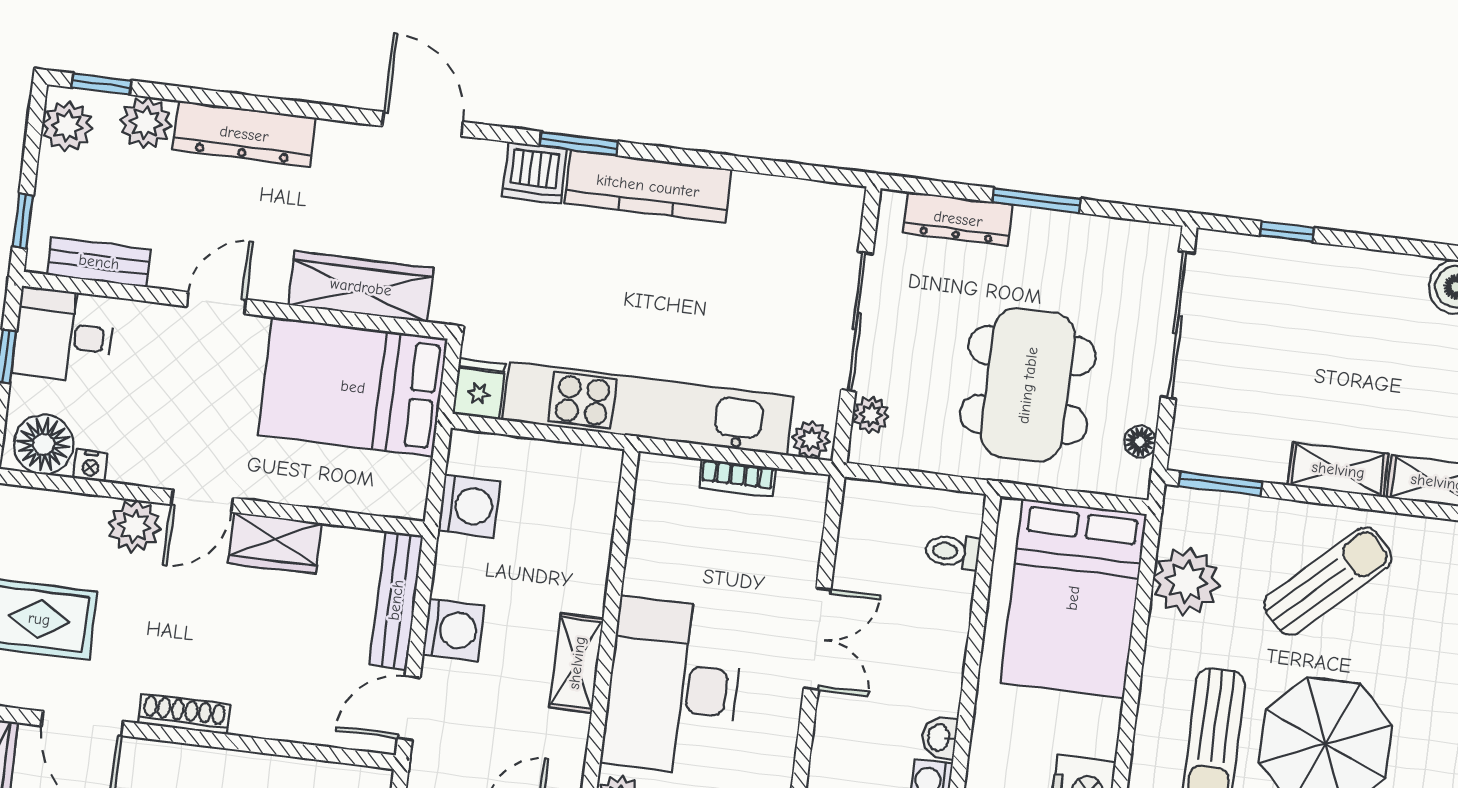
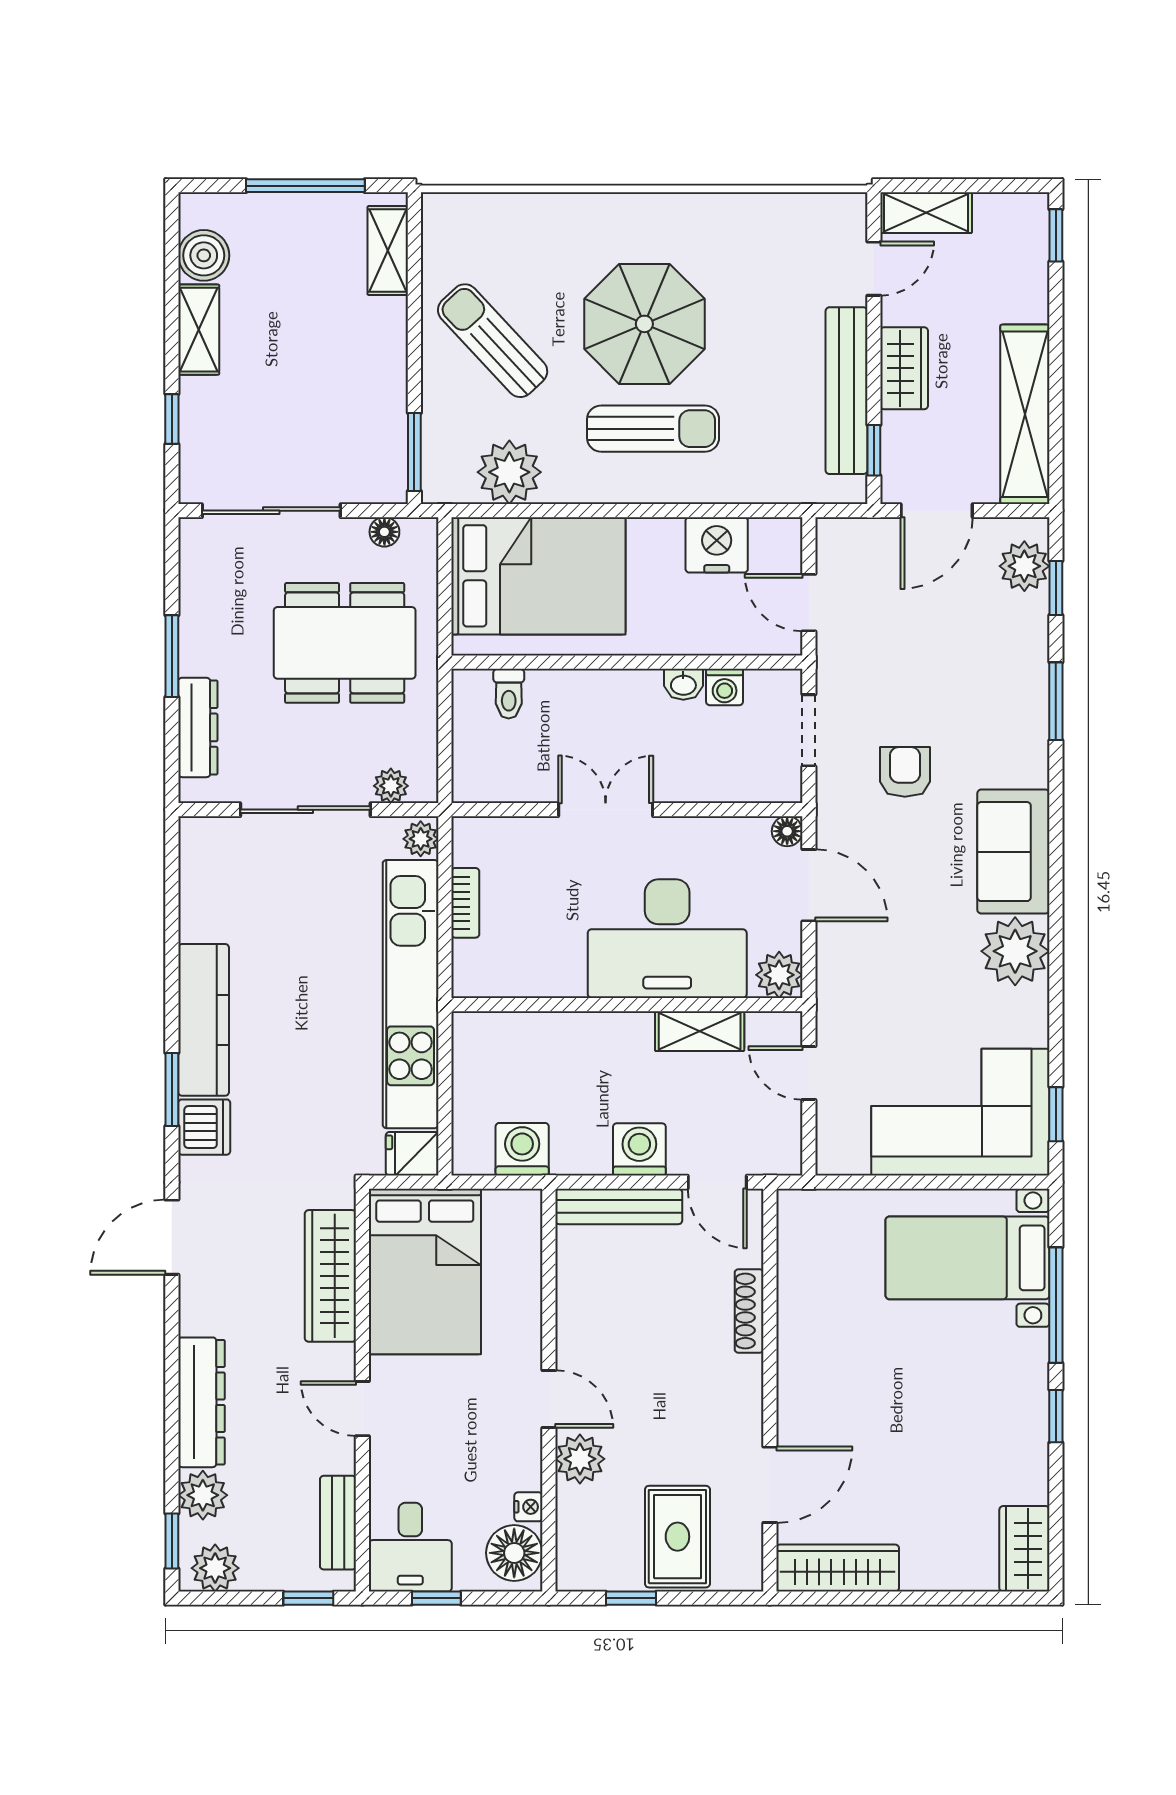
shelving: (1338, 470) -> (199, 330), moved
wardrobe: (275, 543) -> (579, 1326), removed
shelving: (577, 663) -> (700, 1031), moved
shoe rack: (184, 714) -> (749, 1311), moved

